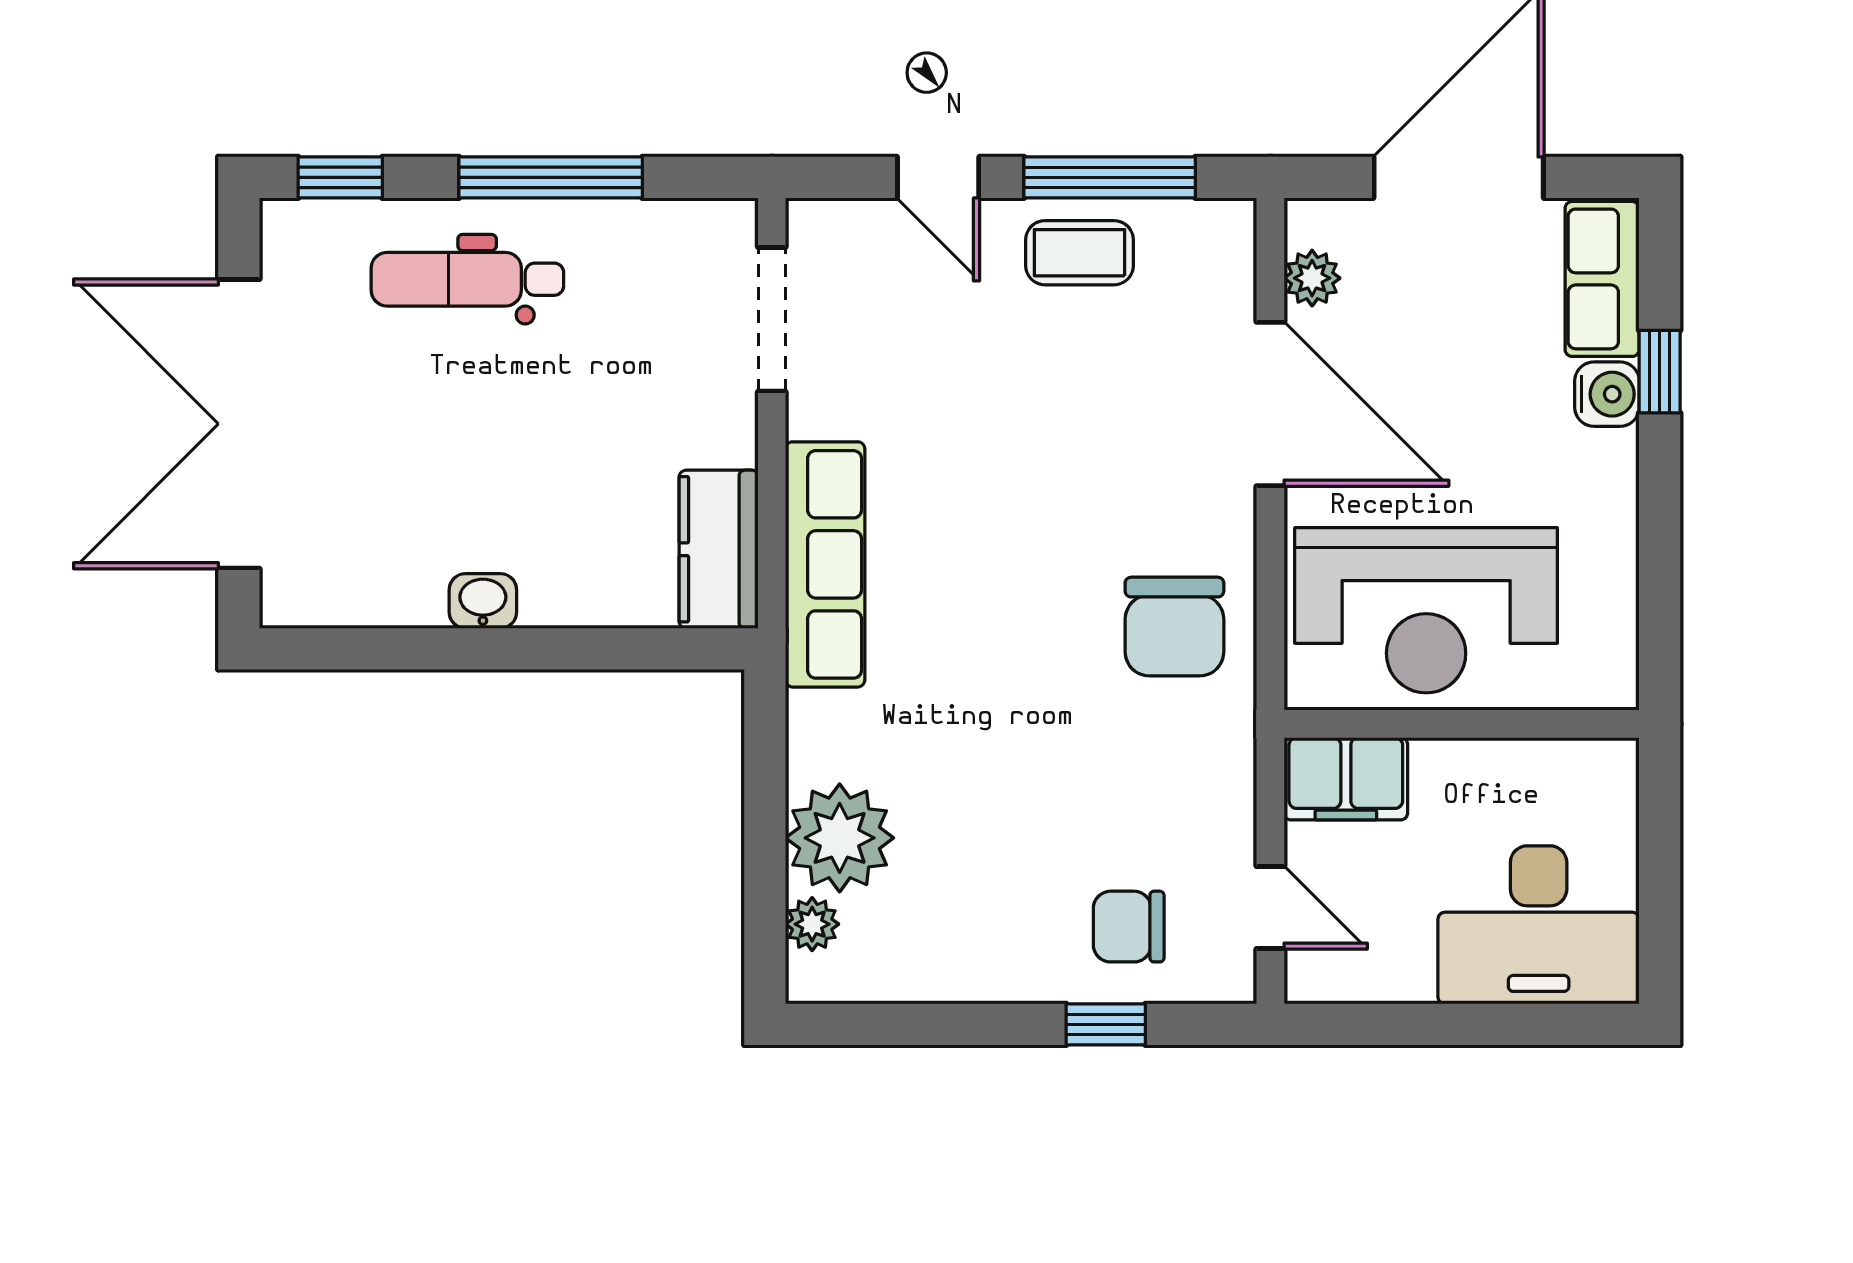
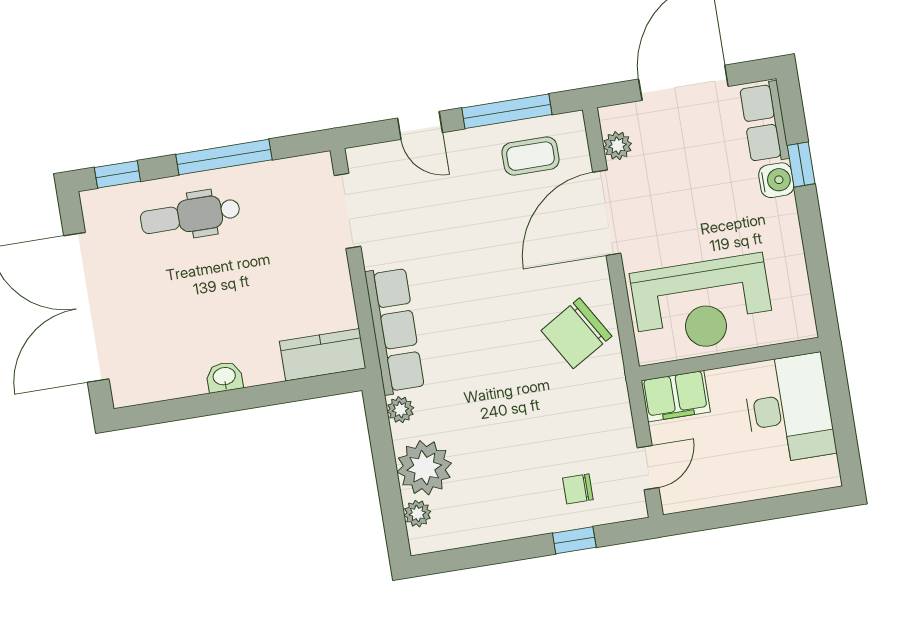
coffee table: (1079, 253) -> (530, 156), moved
door: (1270, 404) -> (607, 213), swing flipped
kitchen counter: (719, 549) -> (323, 355), moved, turned 90
chair: (1174, 627) -> (576, 333), turned 59
plant: (812, 719) -> (400, 410), added
door: (1270, 908) -> (648, 468), hinge flipped
desk: (1539, 925) -> (789, 409), moved, turned -90
chair: (1129, 927) -> (578, 489), width x0.73, depth x0.73

